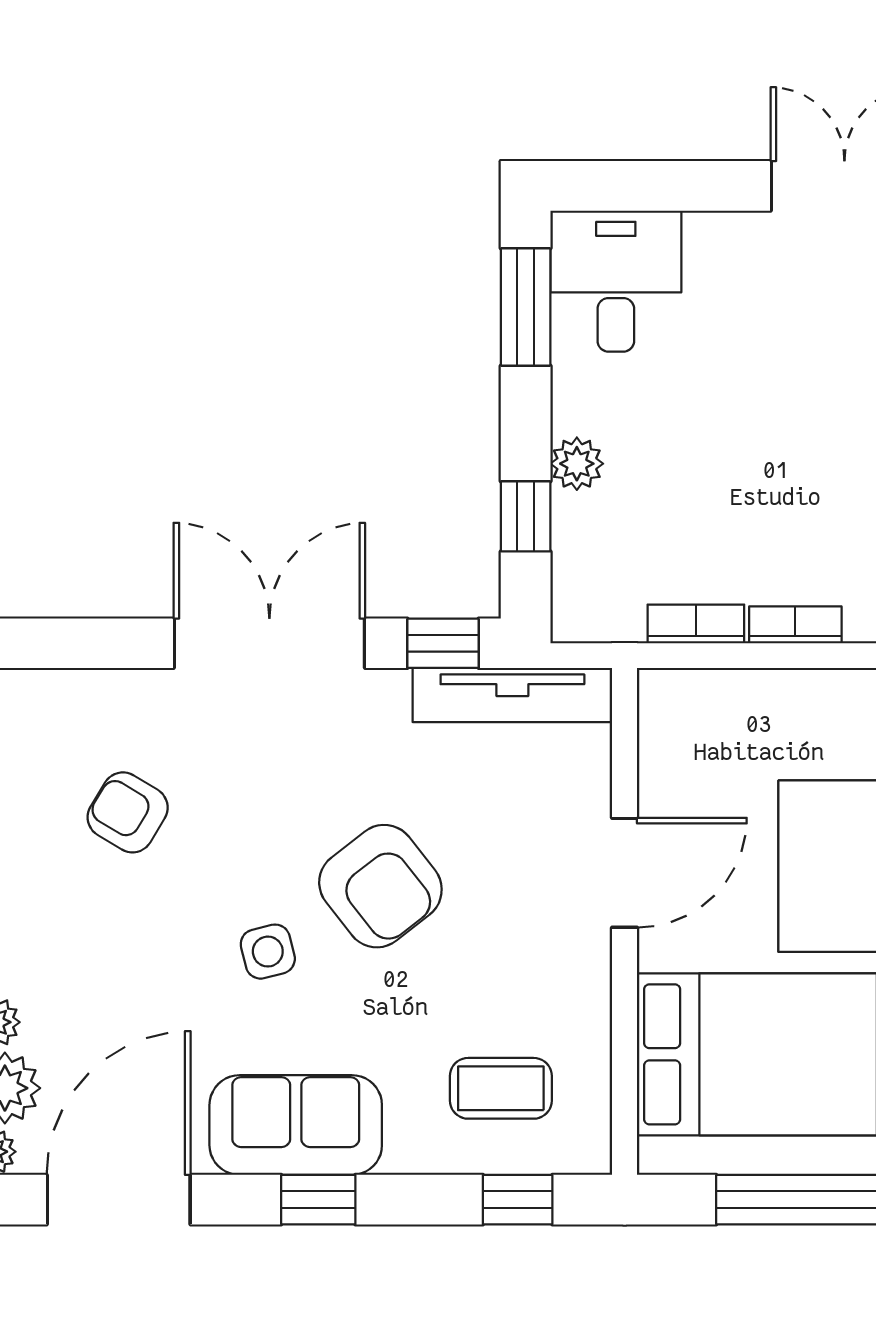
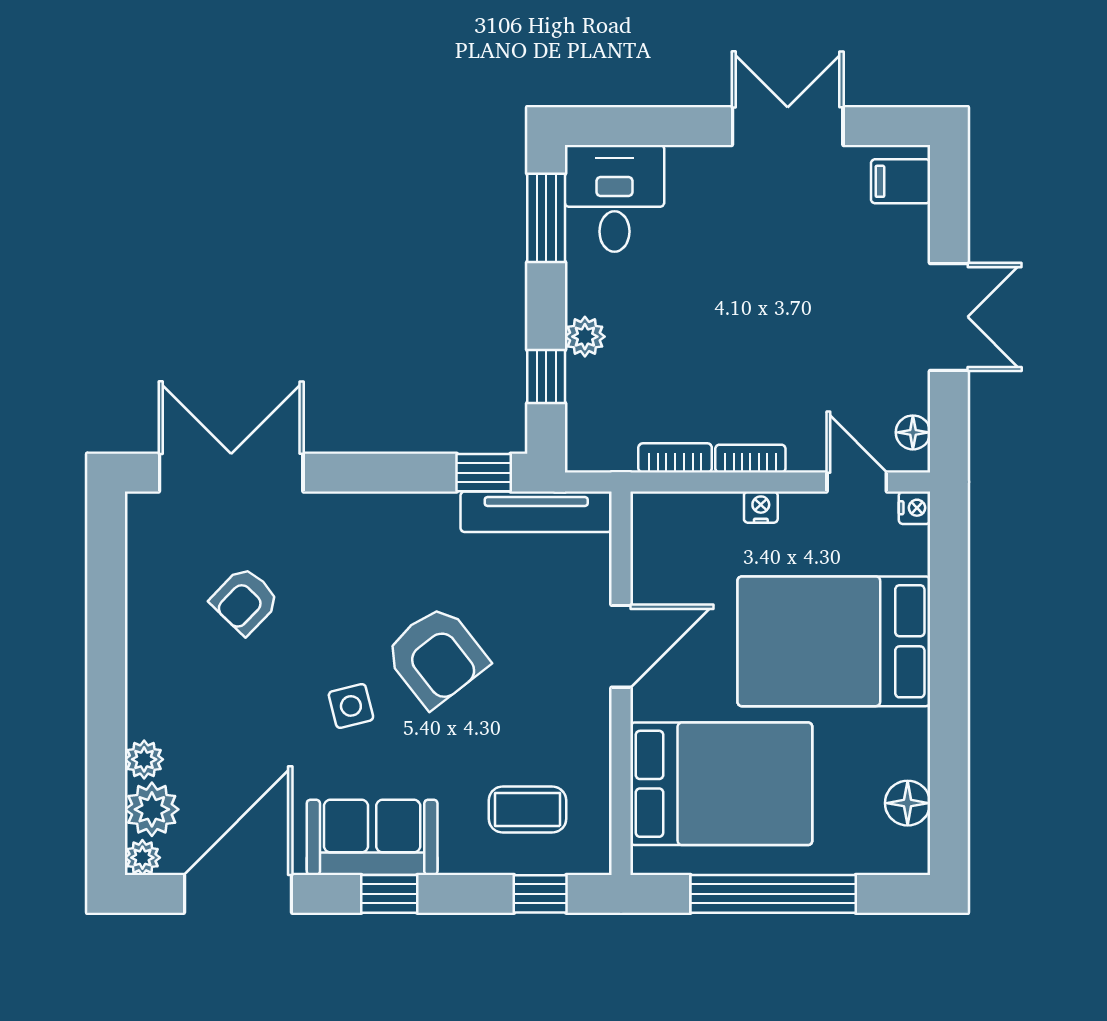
double door: (269, 643) -> (231, 473), moved
nightstand: (809, 689) -> (761, 507), added
armchair: (128, 812) -> (245, 601), turned -77

